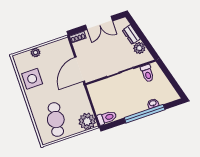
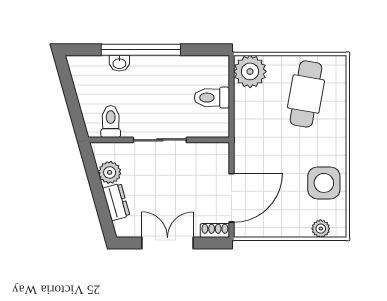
plant: (36, 53) -> (321, 229), moved
door: (80, 69) -> (232, 198), moved
toilet: (107, 118) -> (212, 98), moved

